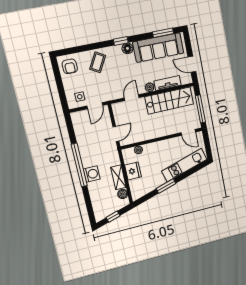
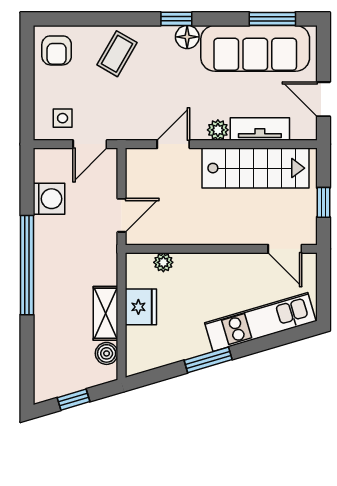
window: (200, 109) -> (323, 202), width x0.46
washing machine: (92, 174) -> (49, 199), moved

